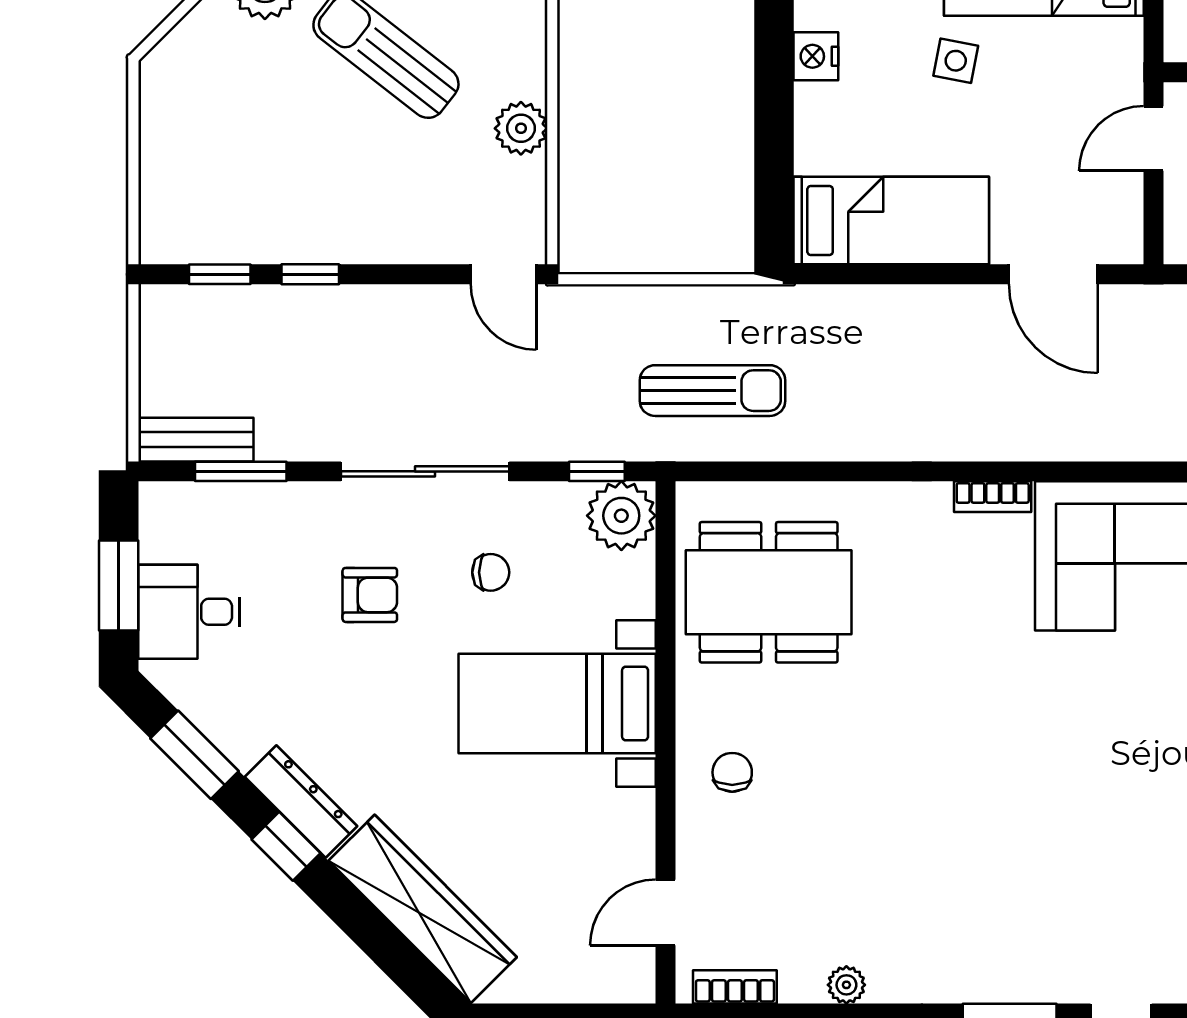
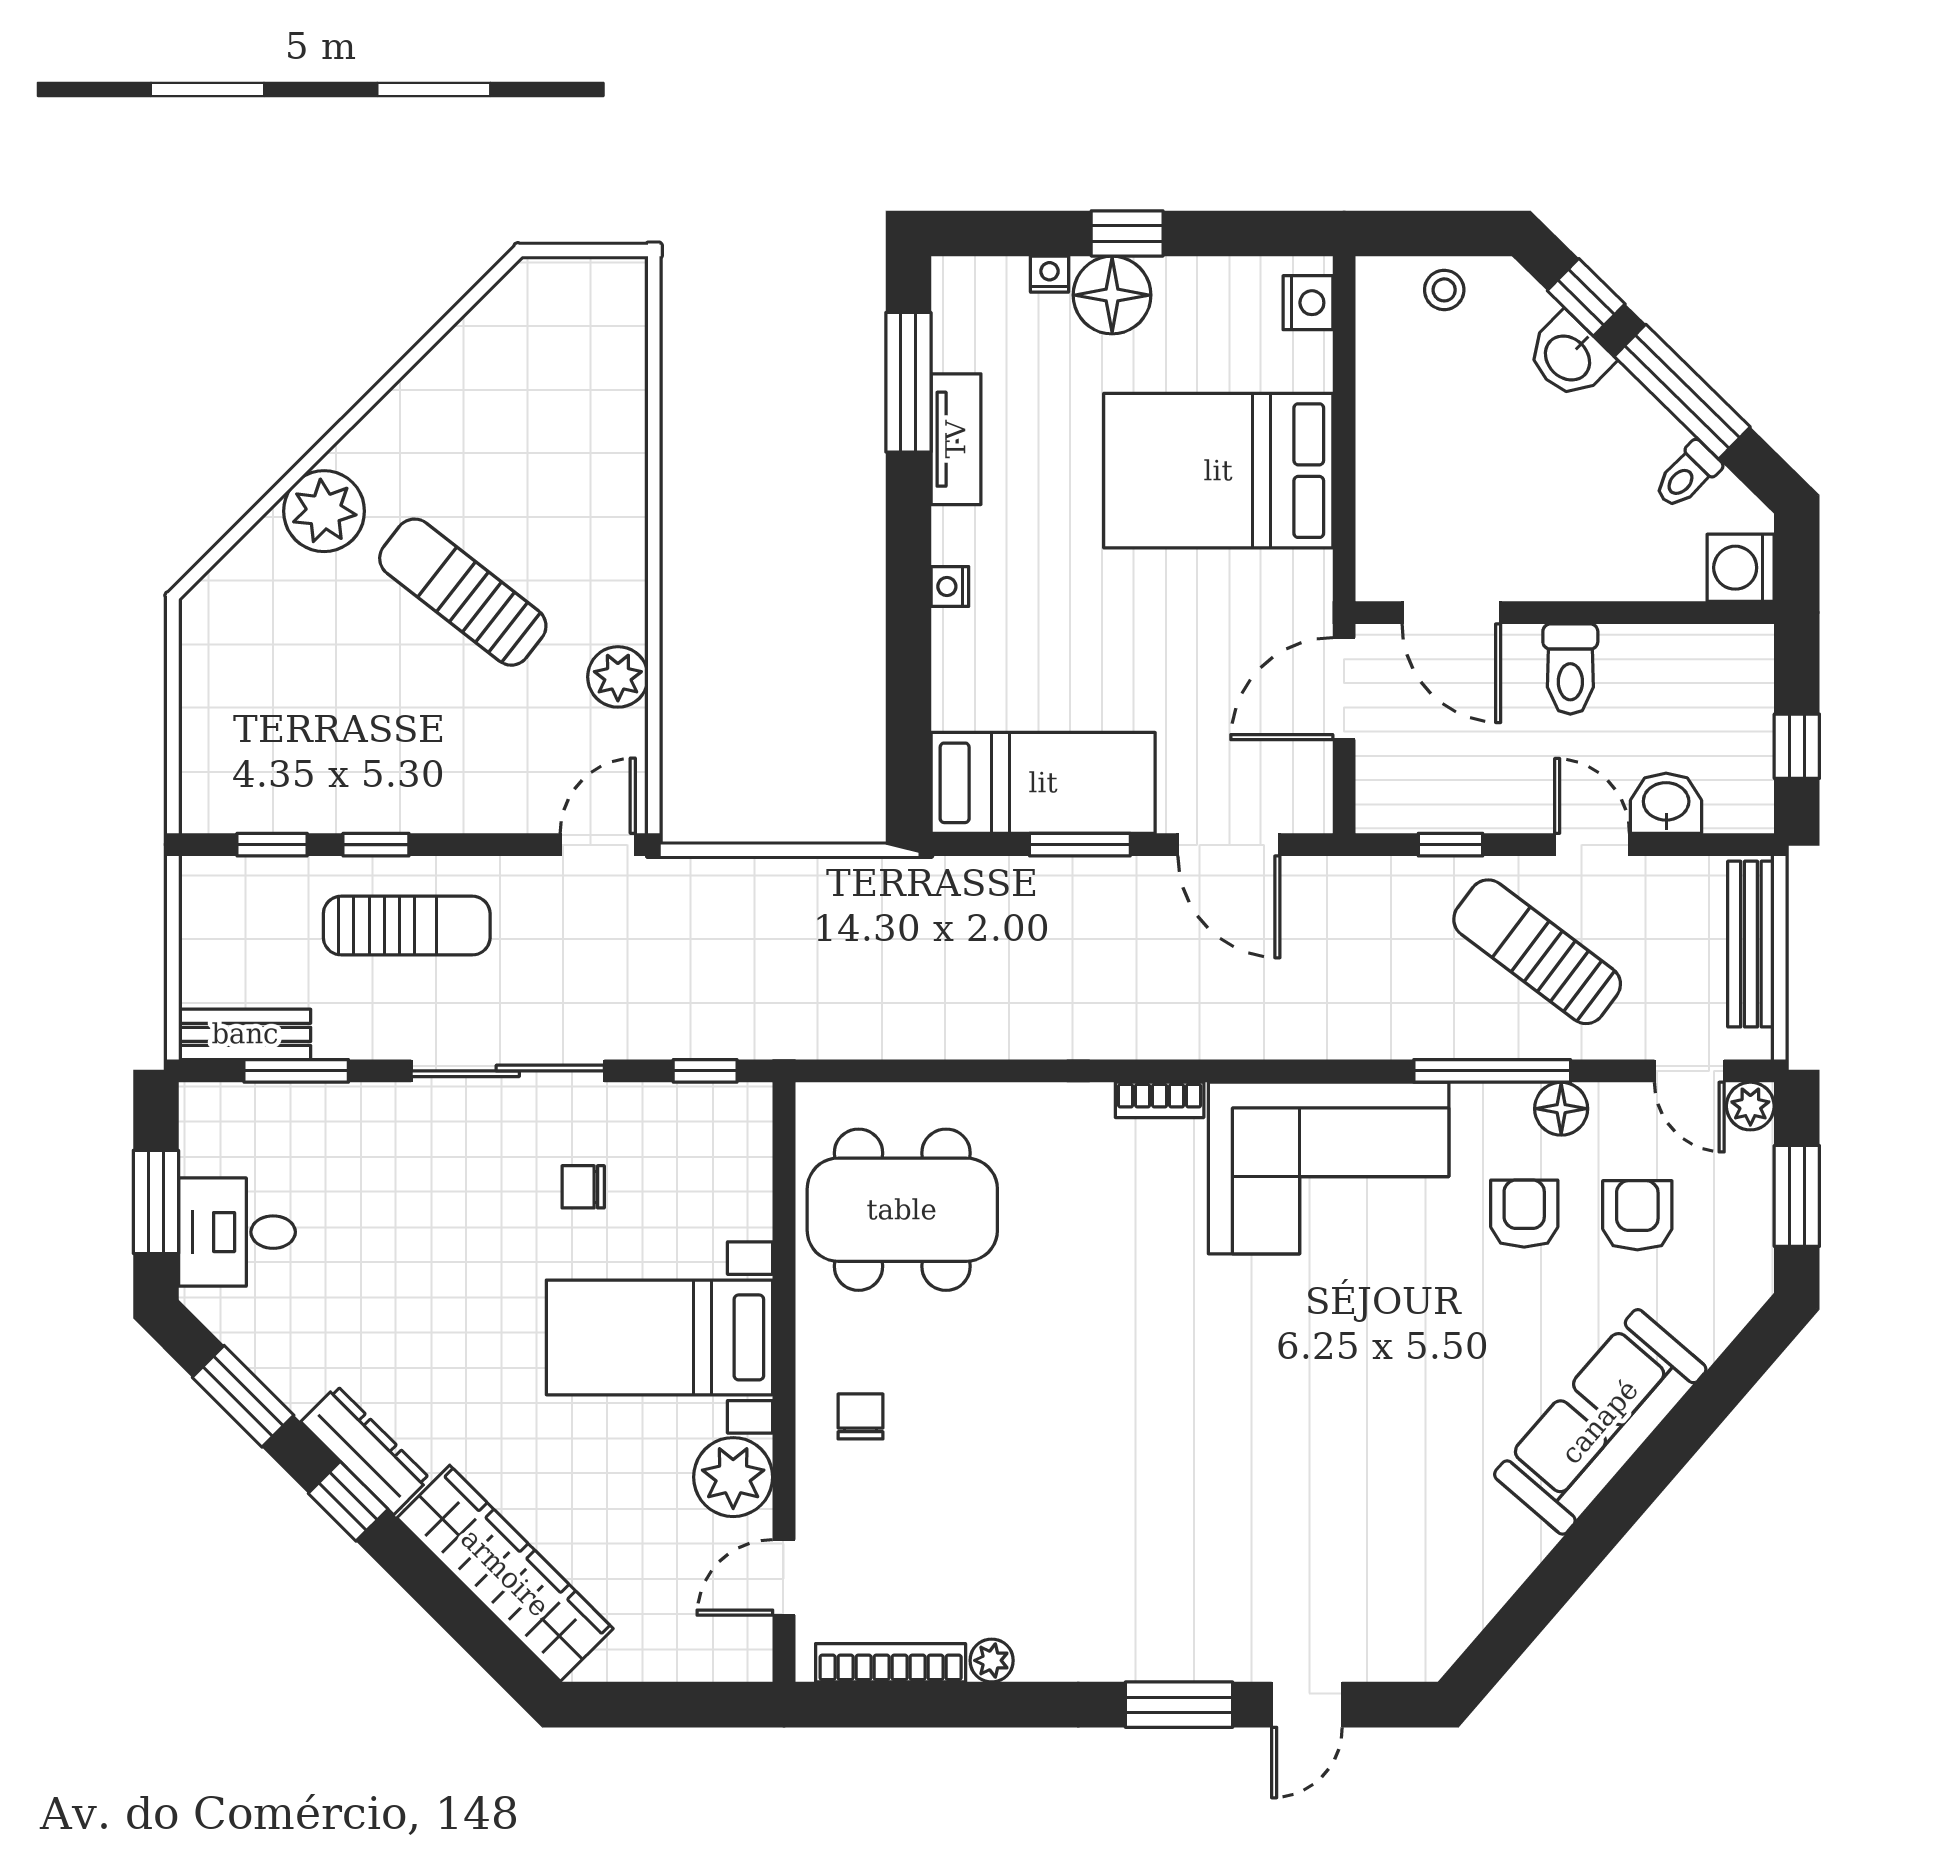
nightstand: (816, 56) -> (950, 587), width x0.72, depth x0.74
side table: (956, 61) -> (1117, 599), removed
door: (1153, 138) -> (1344, 689), width x1.38
door: (503, 274) -> (598, 845), swing flipped
window: (923, 274) -> (1080, 845), added
sun lounger: (712, 391) -> (407, 926), moved
plant: (621, 516) -> (733, 1477), moved
chair: (491, 572) -> (583, 1187), turned 180
armchair: (370, 595) -> (444, 1213), removed
bookcase: (735, 987) -> (891, 1663), width x1.56

